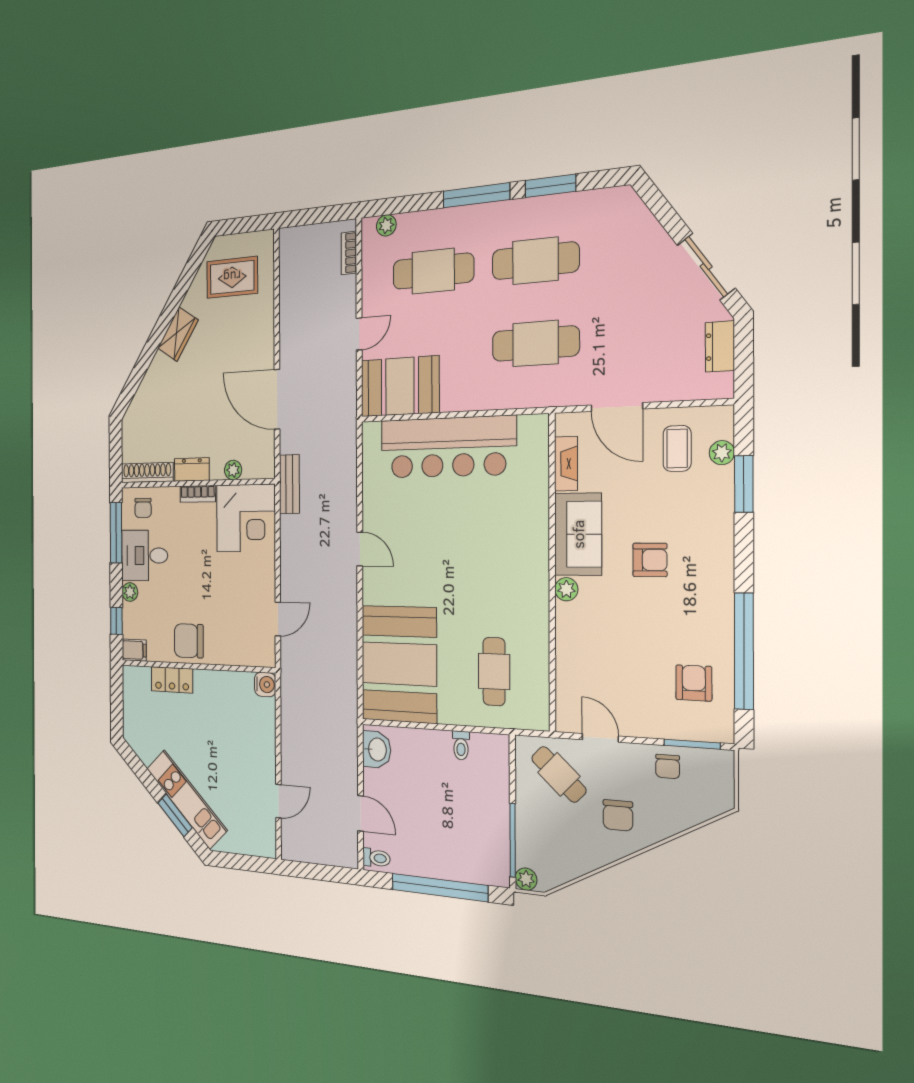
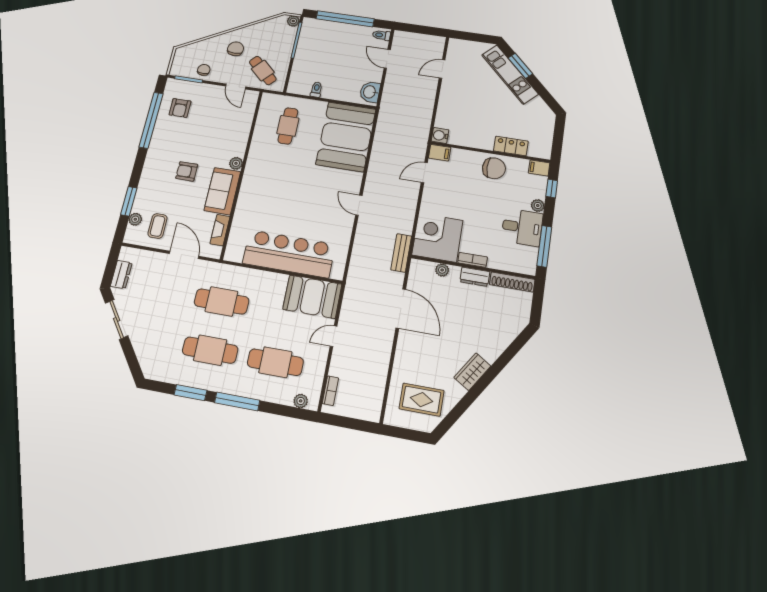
chair: (143, 508) -> (519, 259), removed
filing cabinet: (262, 655) -> (440, 153), added

